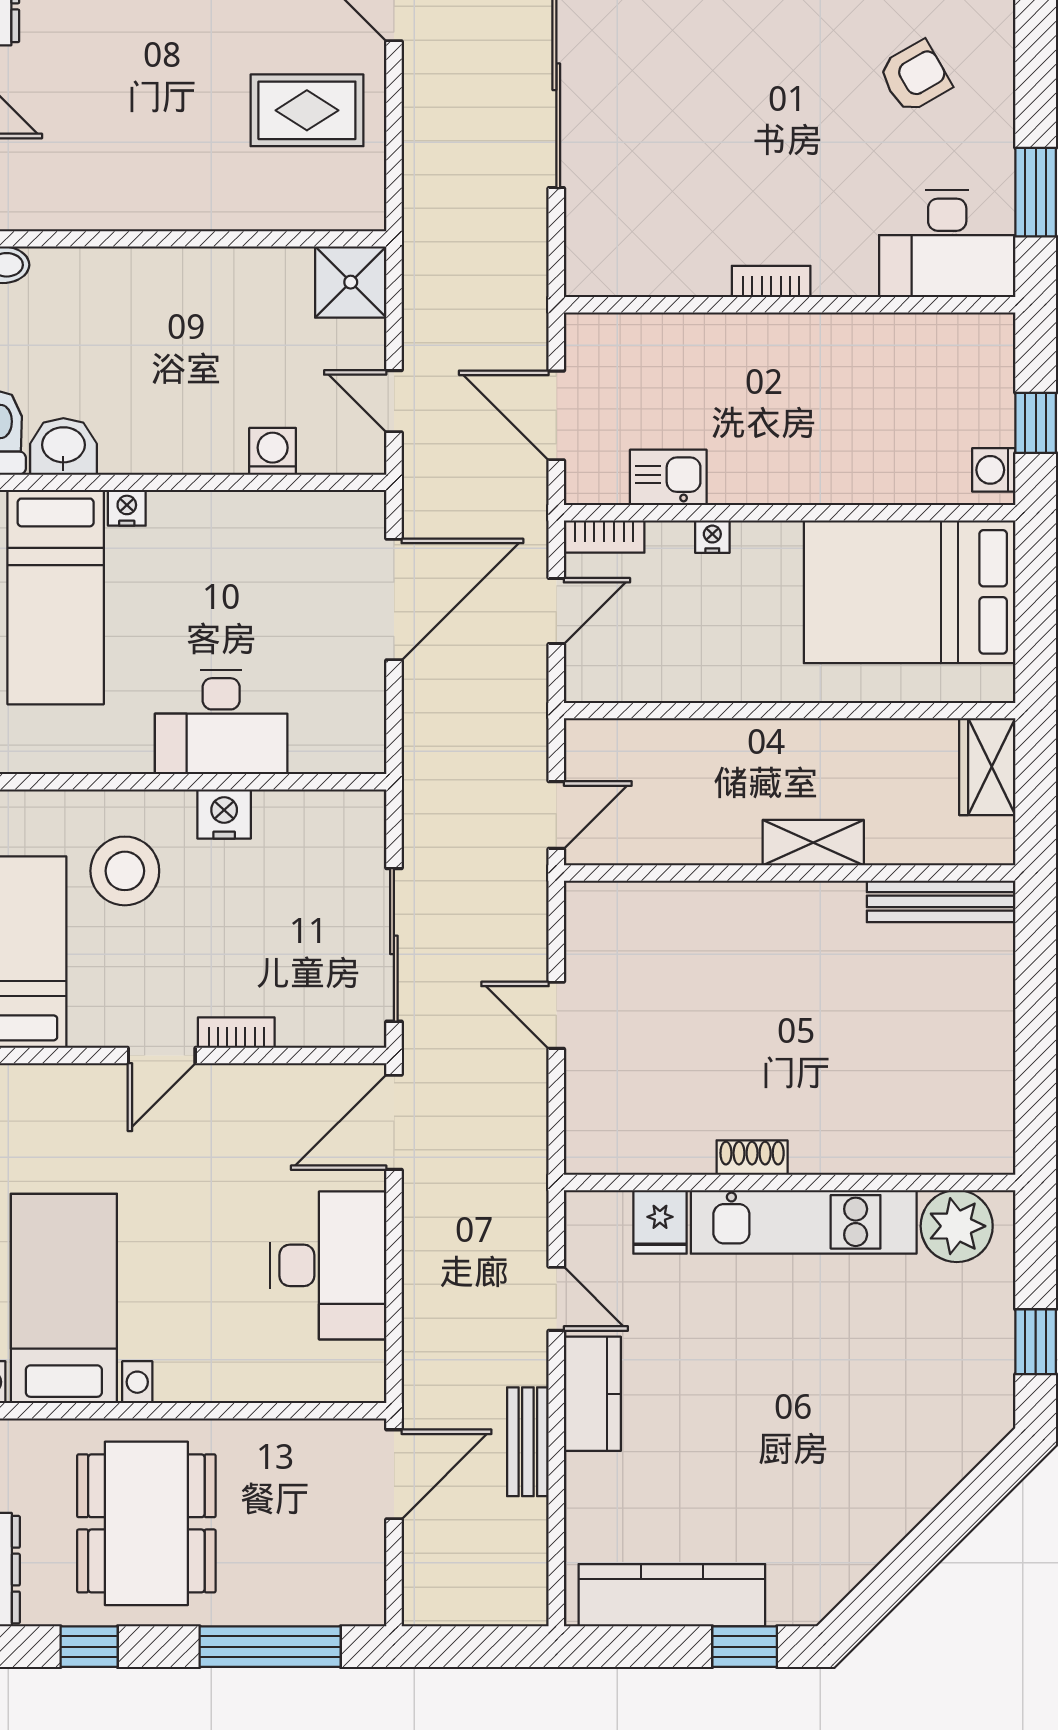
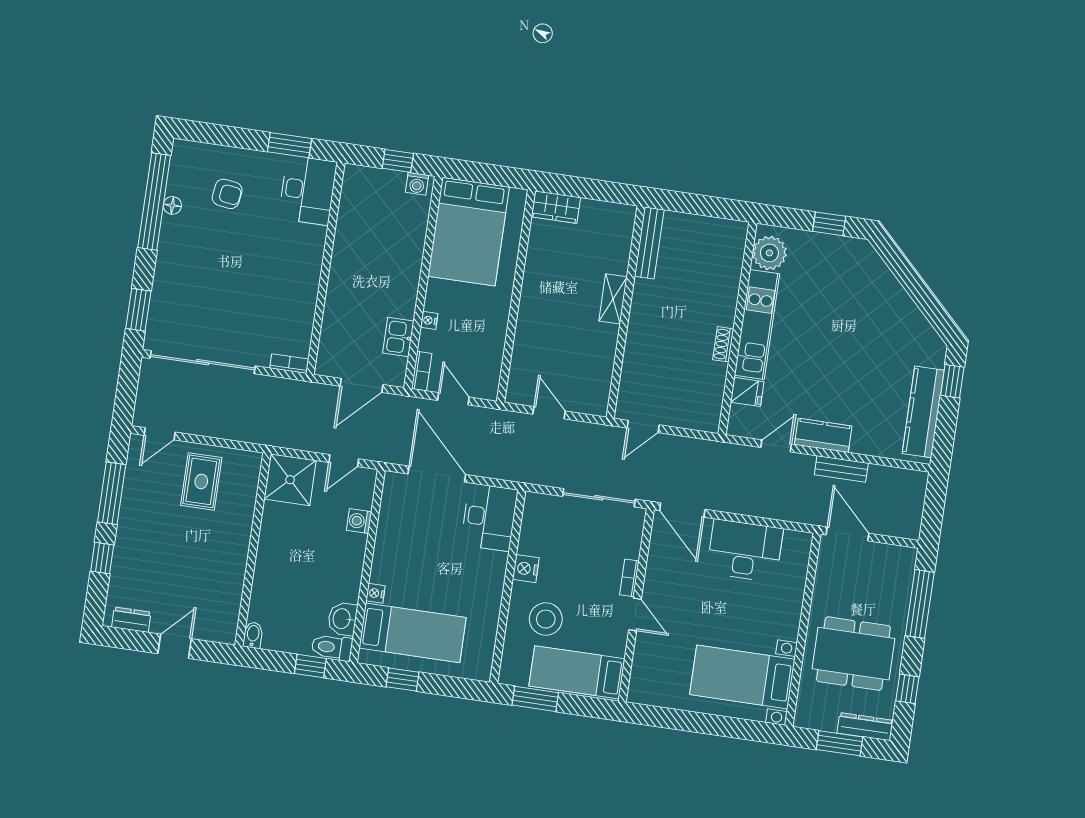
armchair: (915, 77) -> (227, 194), turned 128
bookcase: (771, 281) -> (289, 364), moved, turned 90
shower: (351, 282) -> (290, 480), width x1.36, depth x1.36
desk: (221, 722) -> (489, 517), moved
shelving: (813, 843) -> (613, 299), moved
wall: (790, 873) -> (626, 312), moved
bench: (941, 901) -> (649, 243), moved

